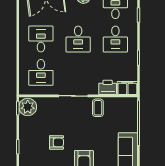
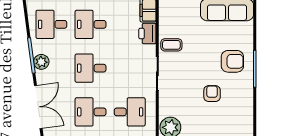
desk: (78, 39) -> (91, 68), turned 180
desk: (115, 39) -> (91, 24), turned 180

